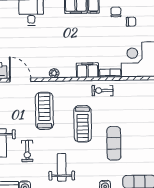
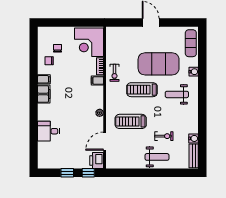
filing cabinet: (87, 70) -> (97, 81), width x0.50
treadmill: (83, 124) -> (142, 90), turned 180
exercise mat: (114, 143) -> (159, 64), width x2.00, depth x1.45
weight bench: (62, 167) -> (177, 94), moved

